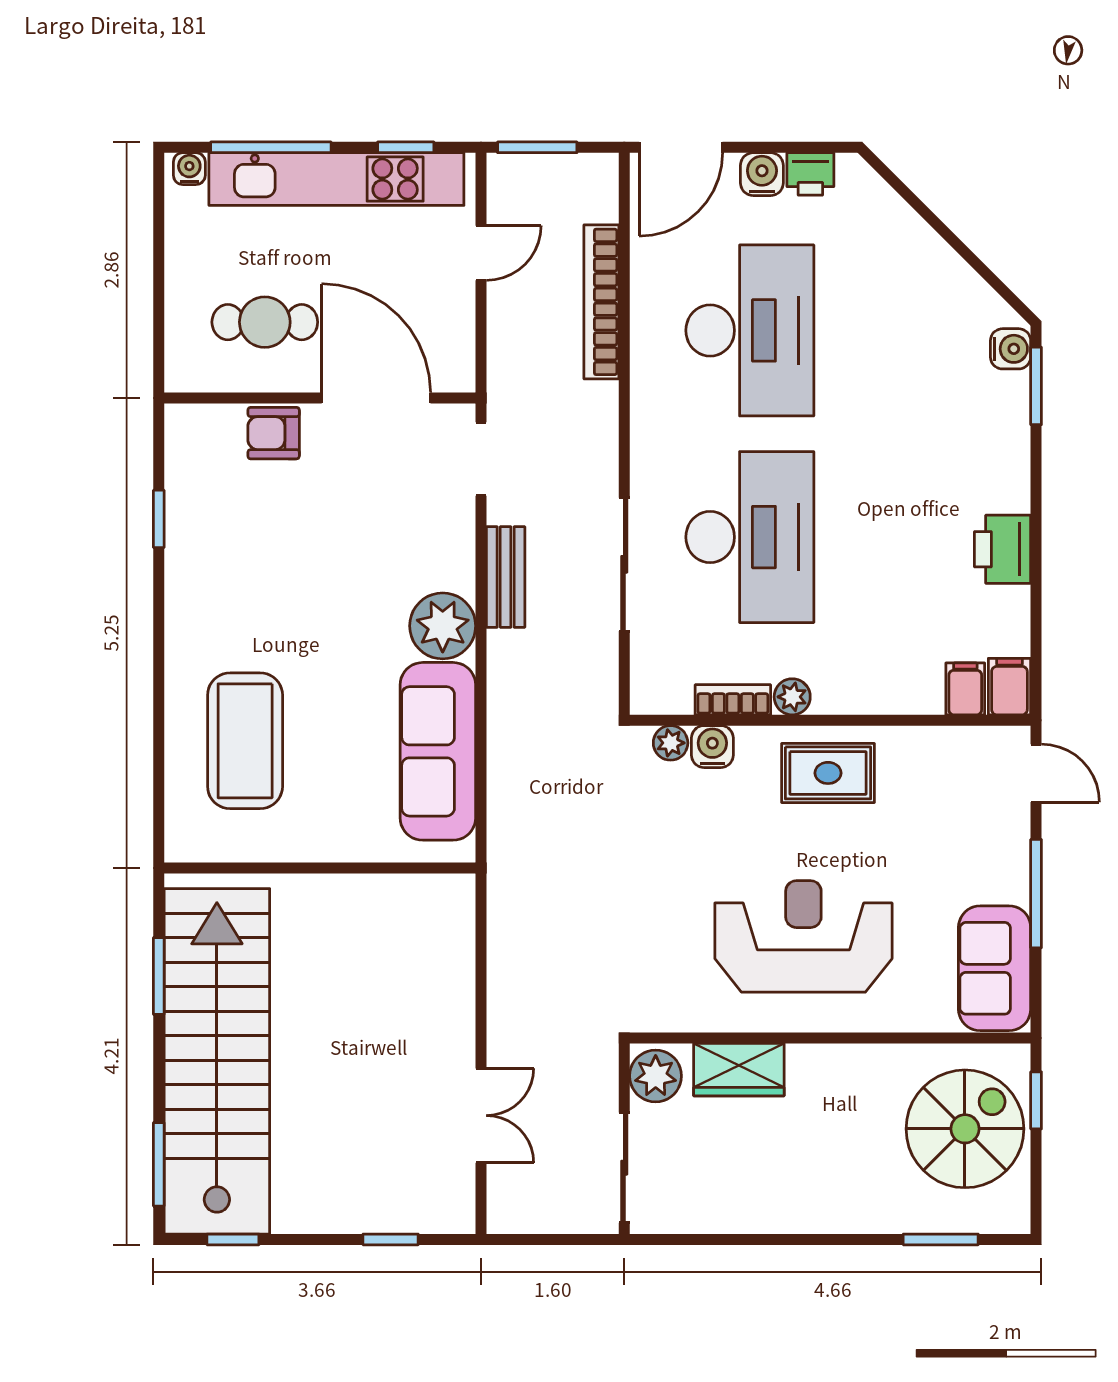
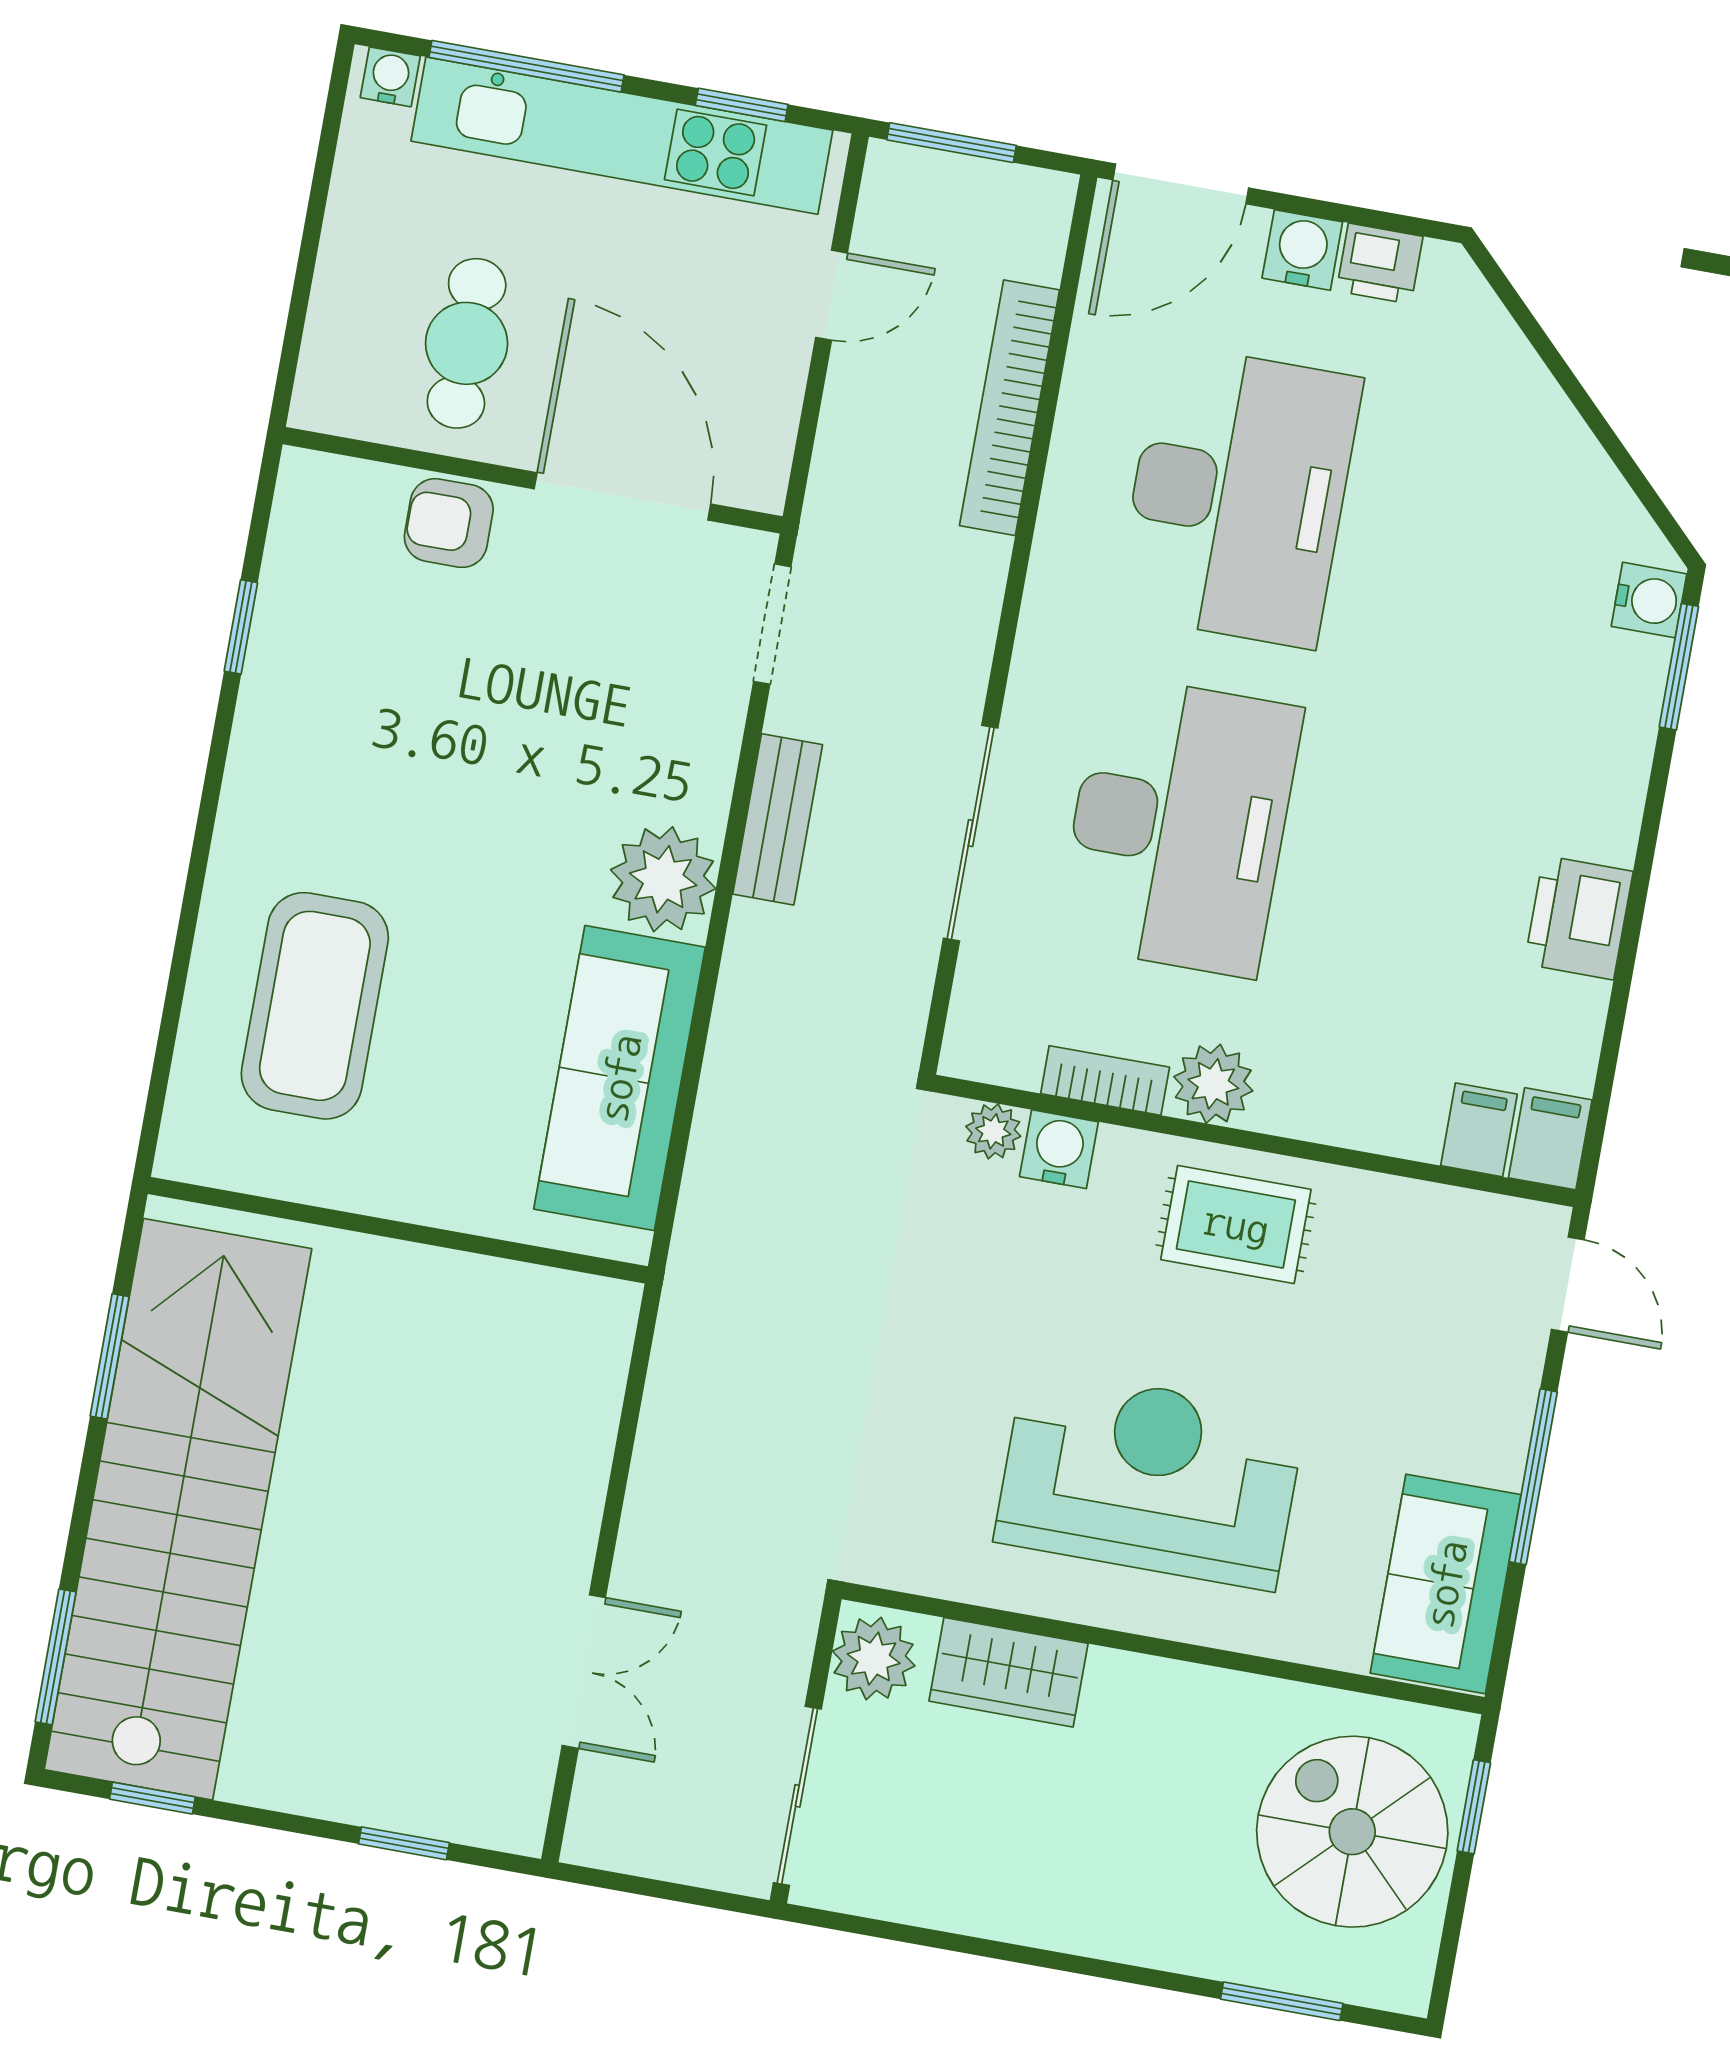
cafe table: (265, 322) -> (467, 343), turned 90
plant: (792, 697) -> (1213, 1084), width x1.38, depth x1.38
spiral stairs: (965, 1129) -> (1352, 1832), turned -90

